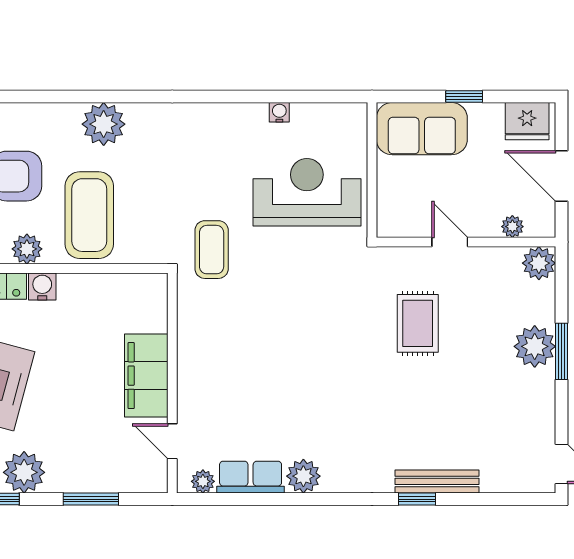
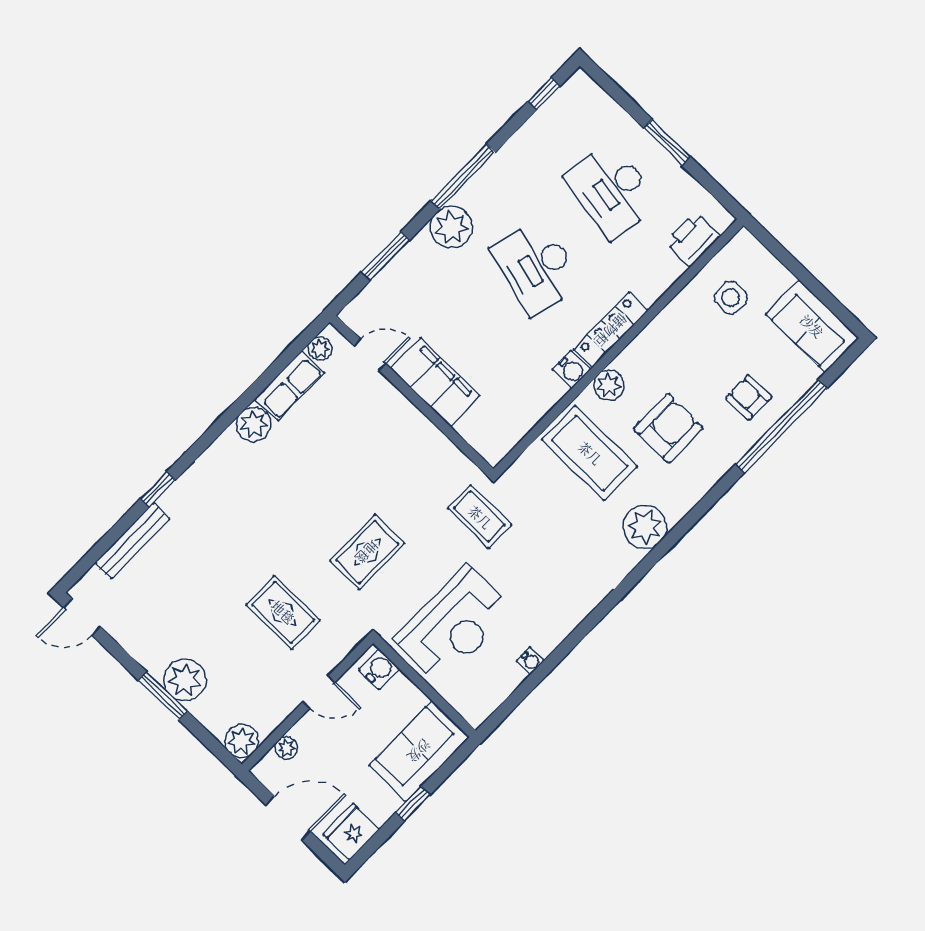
water cooler: (391, 215) -> (379, 669), added
rug: (316, 305) -> (367, 552), added
bench: (437, 481) -> (132, 541), moved

